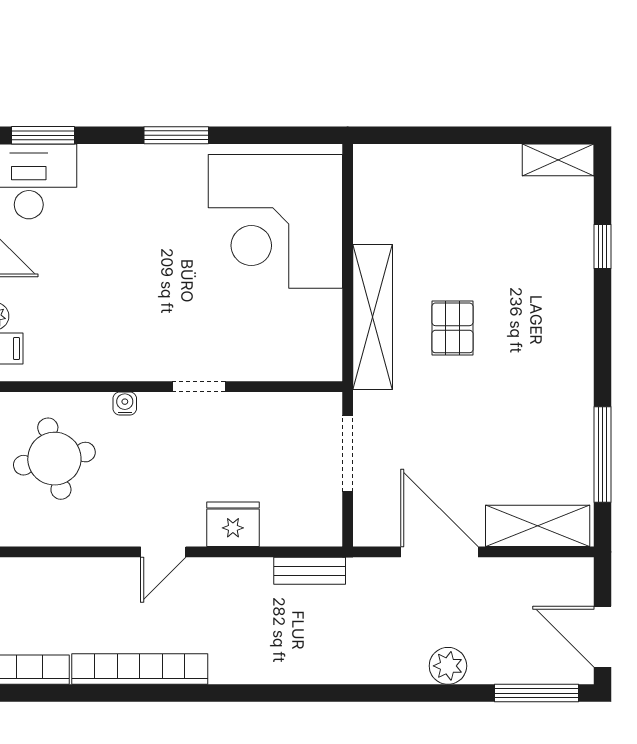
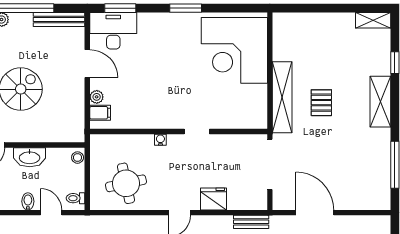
doorway: (348, 454) -> (270, 164), width x1.36
round table: (54, 459) -> (126, 183), moved
shelving: (538, 526) -> (380, 102), moved, turned 90

